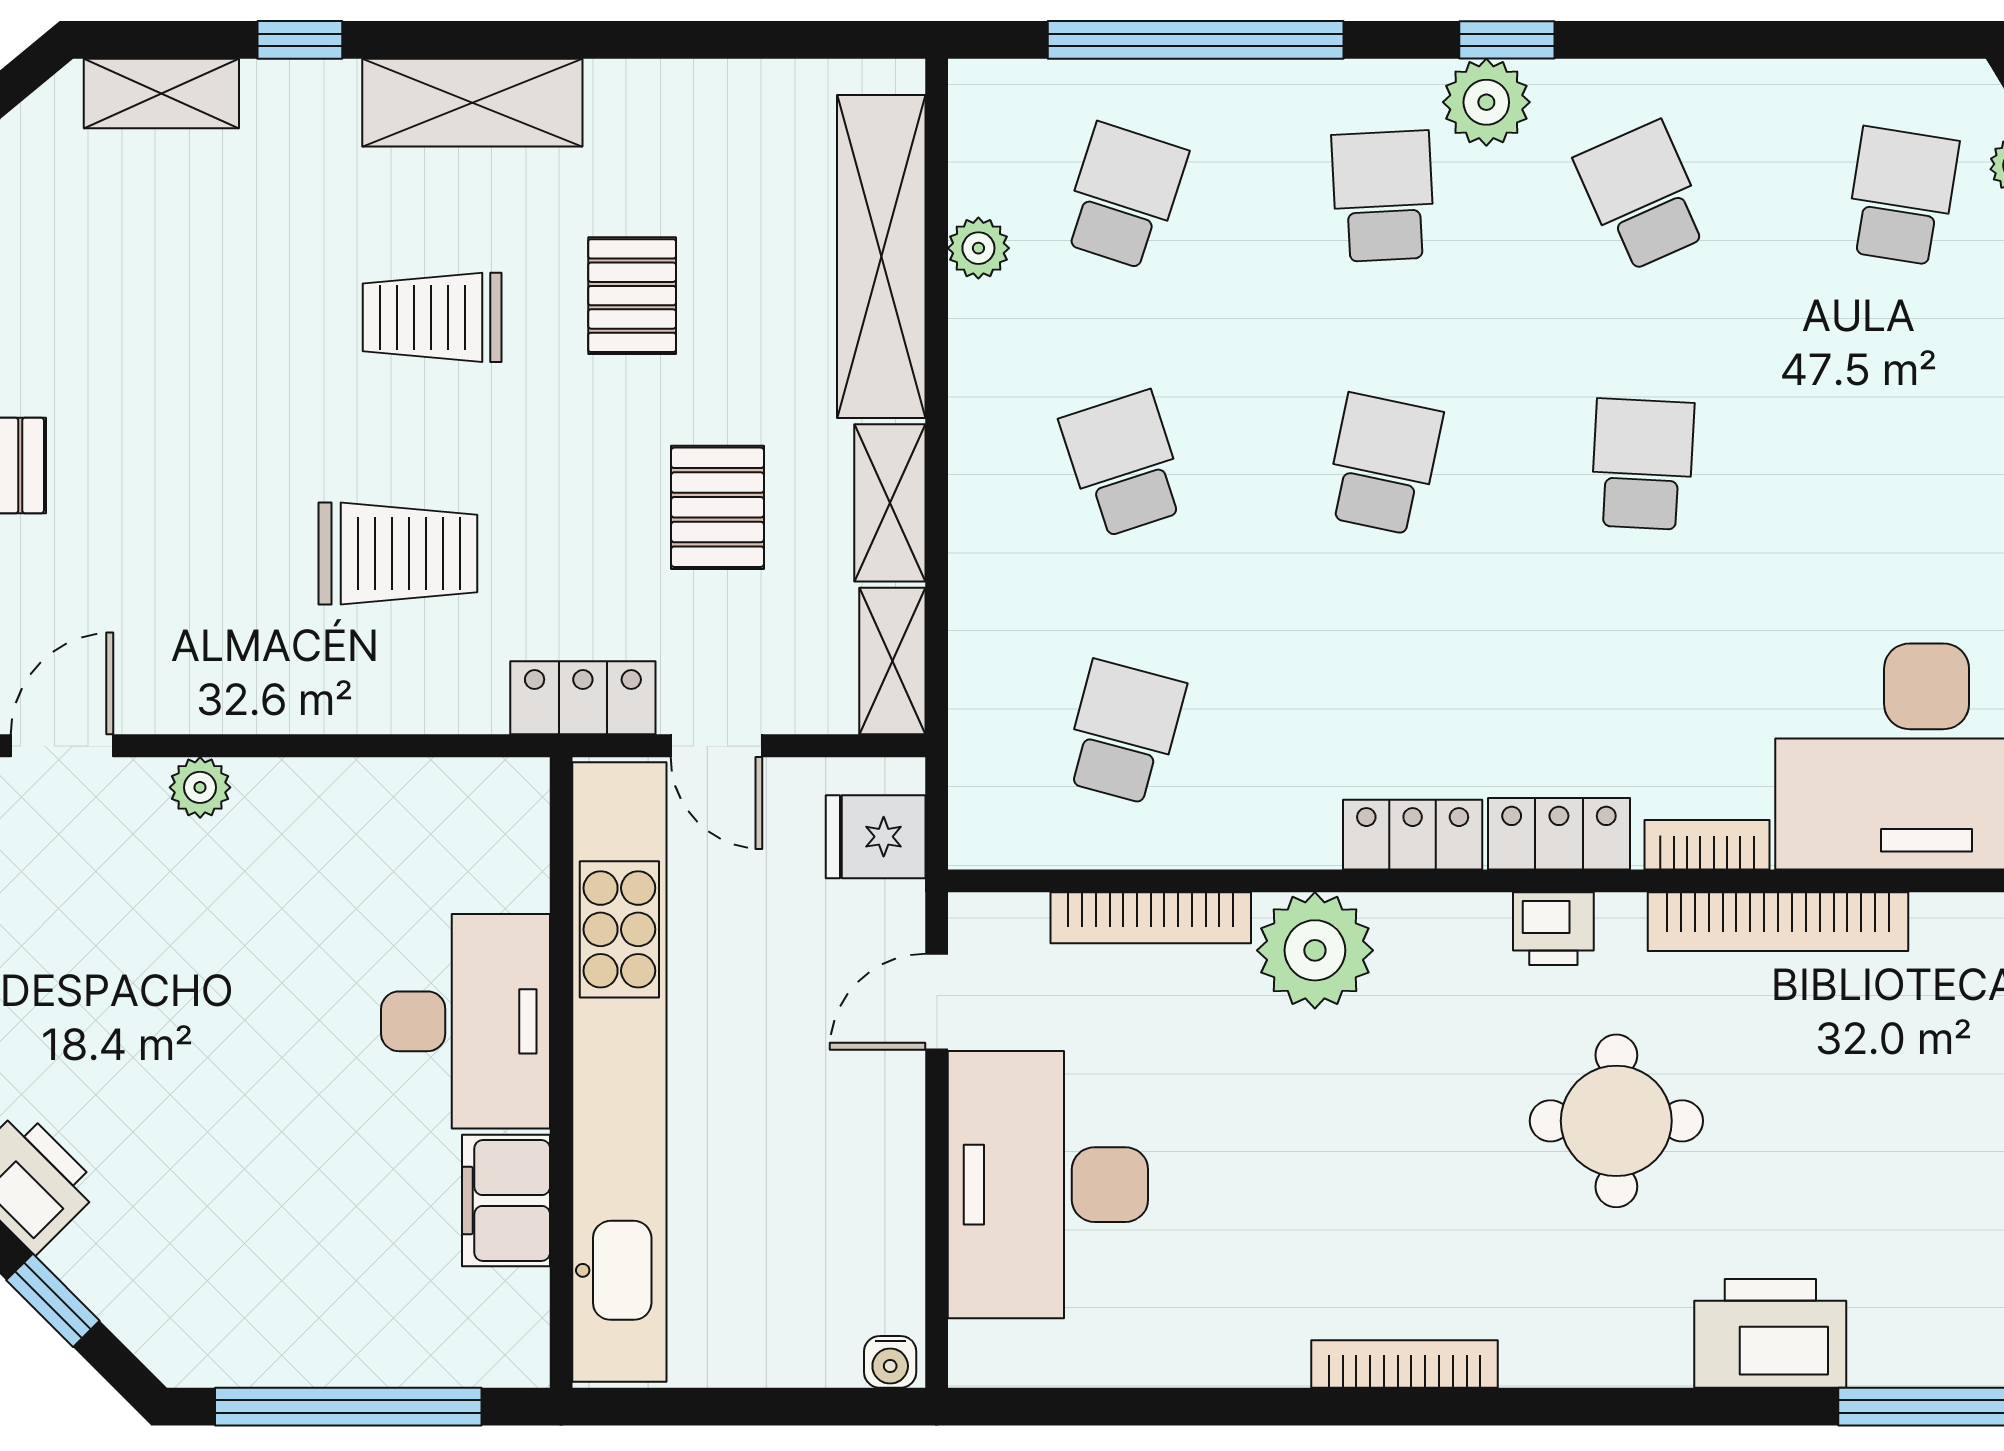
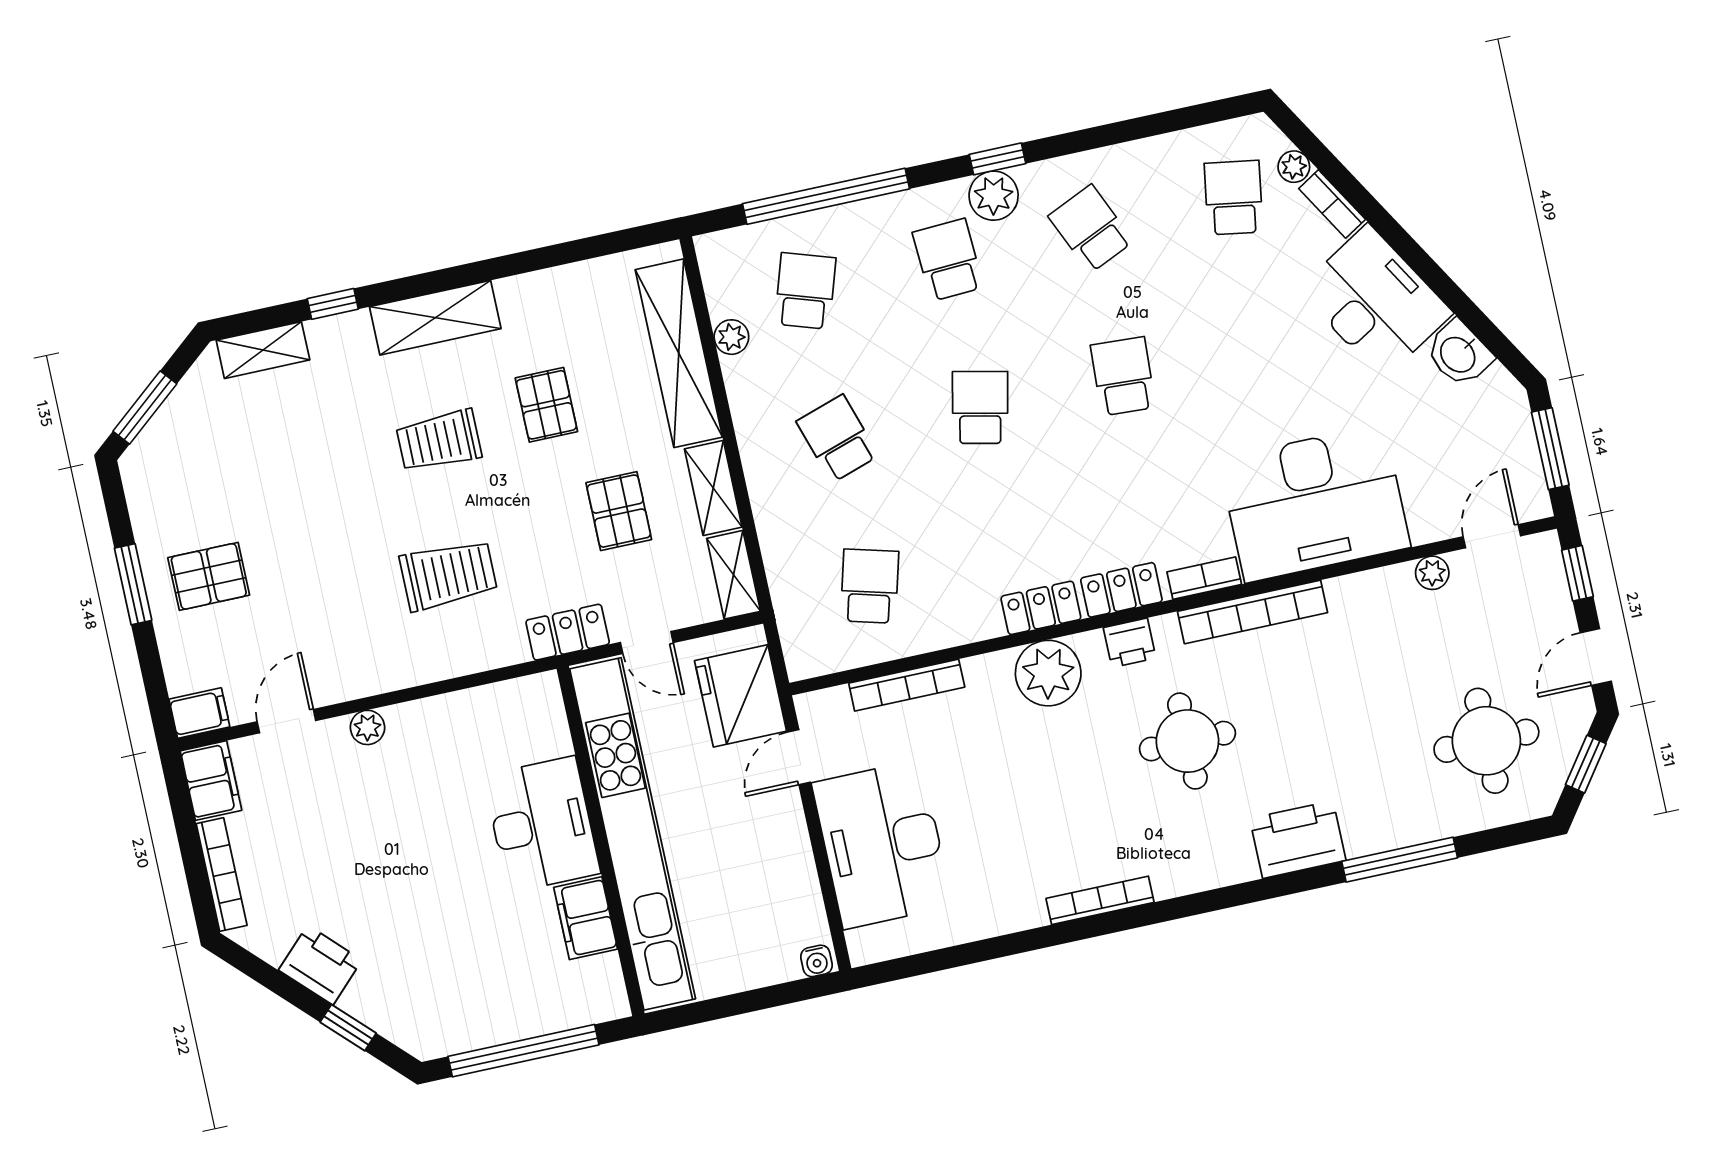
fridge: (876, 837) -> (741, 696), width x1.88, depth x1.34
plant: (1315, 950) -> (1048, 673), moved

